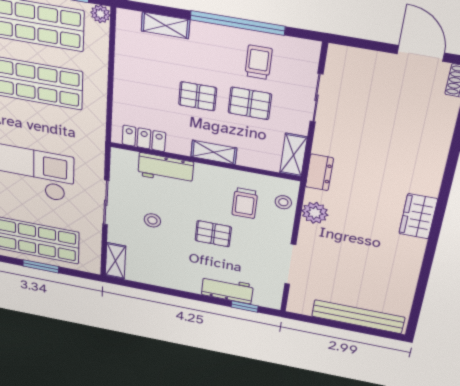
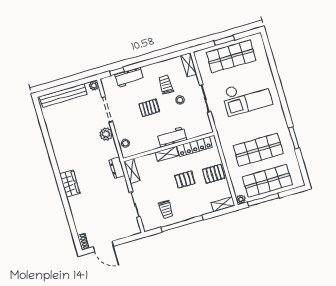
shelving: (165, 25) -> (223, 204), moved
pallet: (250, 103) -> (214, 174), moved
locker: (144, 138) -> (195, 147), width x1.53
workbench: (166, 169) -> (172, 137), moved
trolley: (245, 203) -> (166, 85), moved
plant: (315, 213) -> (106, 134), moved
wardrobe: (418, 216) -> (70, 184), moved
plant: (296, 306) -> (94, 86), added

